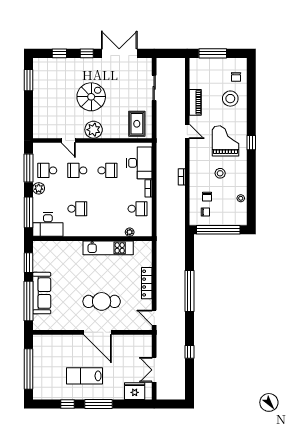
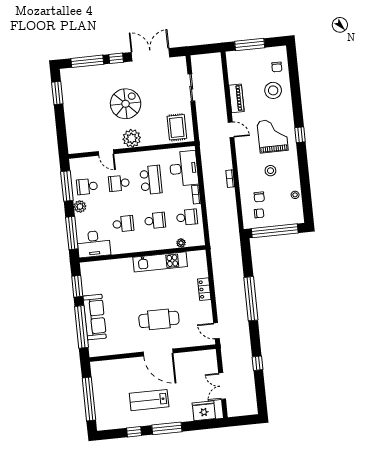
window: (59, 53) -> (87, 61), width x2.17
school desk: (107, 170) -> (151, 180), width x1.85
school desk: (107, 209) -> (155, 221), added
locker: (147, 283) -> (204, 289), width x0.66

